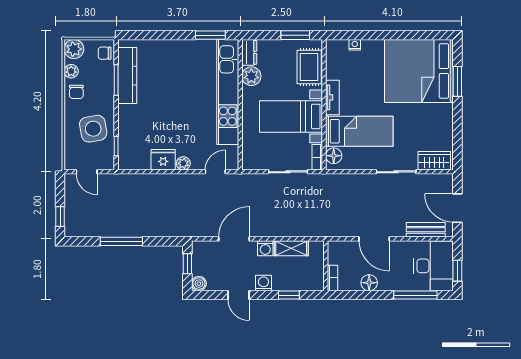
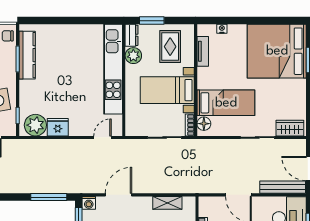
window: (210, 35) -> (98, 21), removed
window: (295, 35) -> (152, 21), moved
rug: (309, 67) -> (170, 47), moved
tv unit: (332, 97) -> (203, 51), moved
plant: (183, 163) -> (35, 125), moved, width x1.88, depth x1.88
bench: (426, 230) -> (283, 187), width x1.36
window: (121, 241) -> (49, 197), moved
washing machine: (265, 248) -> (89, 203), moved

